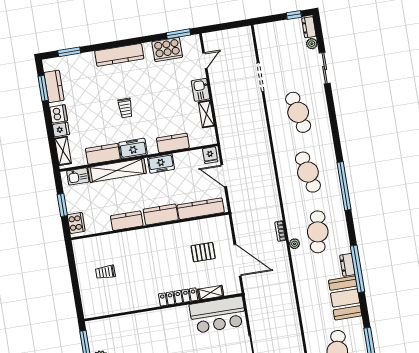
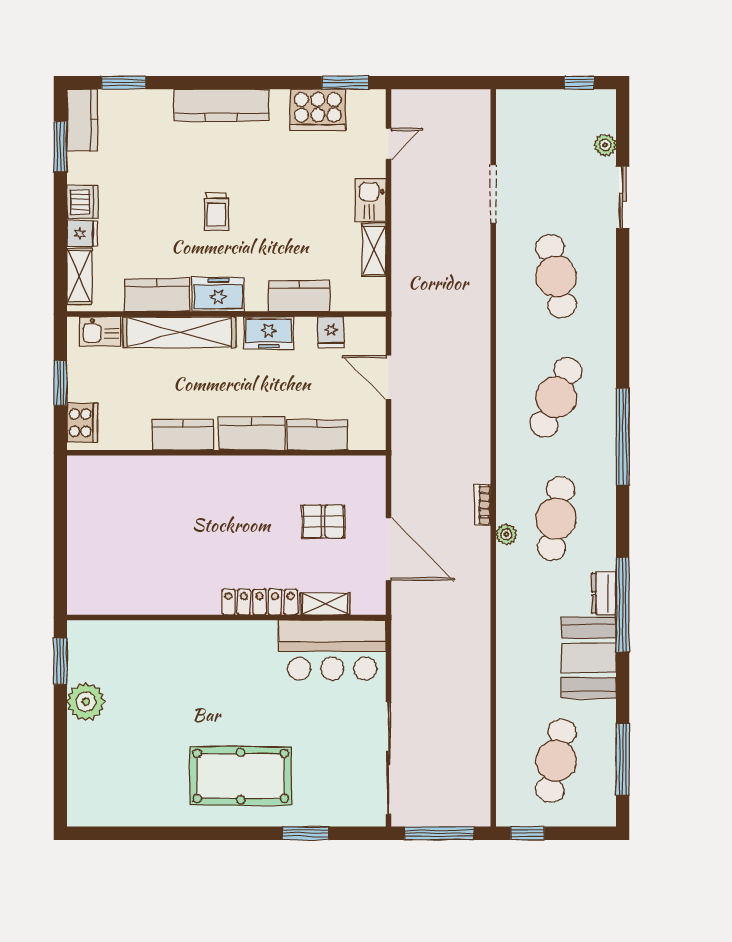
dresser: (309, 27) -> (605, 112), removed
kitchen counter: (54, 86) -> (82, 120), moved
fridge: (210, 155) -> (331, 332), moved
cafe table: (308, 172) -> (556, 397), turned 36
kitchen counter: (201, 209) -> (317, 435), width x0.67
trolley: (105, 272) -> (124, 529), removed

